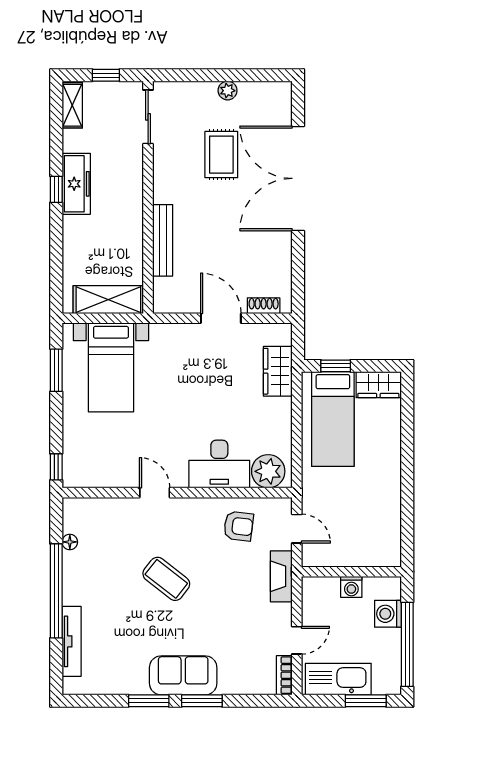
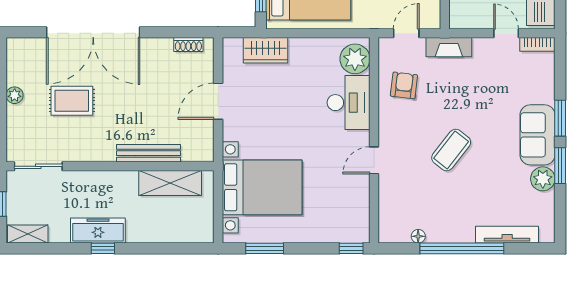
shelving: (108, 300) -> (170, 183), moved, turned 90
shoe rack: (264, 306) -> (188, 44), moved, turned -90
bed with nightstands: (111, 367) -> (262, 187), width x1.36
plant: (134, 681) -> (543, 179), added

